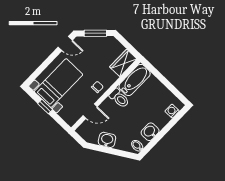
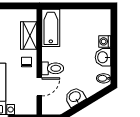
wardrobe: (123, 63) -> (29, 35), moved
toilet: (119, 98) -> (53, 68), moved
washing machine: (172, 111) -> (105, 41), moved

